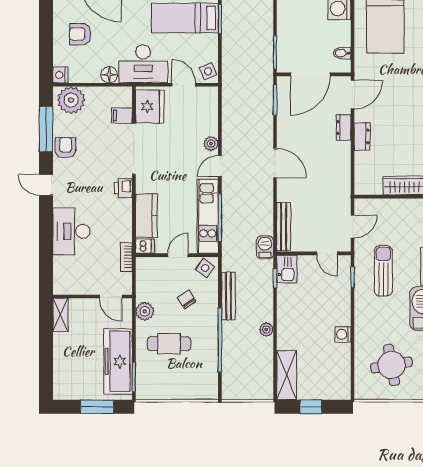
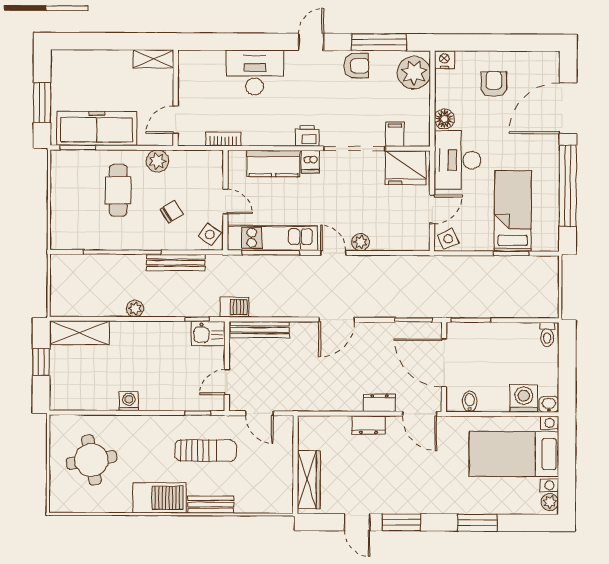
dishwasher: (145, 246) -> (310, 162), moved

